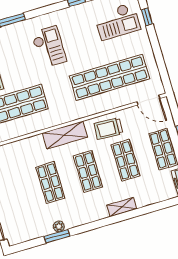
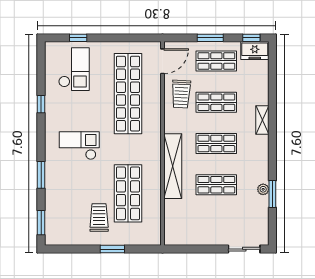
trolley: (108, 129) -> (181, 94), moved
shelving: (65, 135) -> (173, 166), width x1.47

